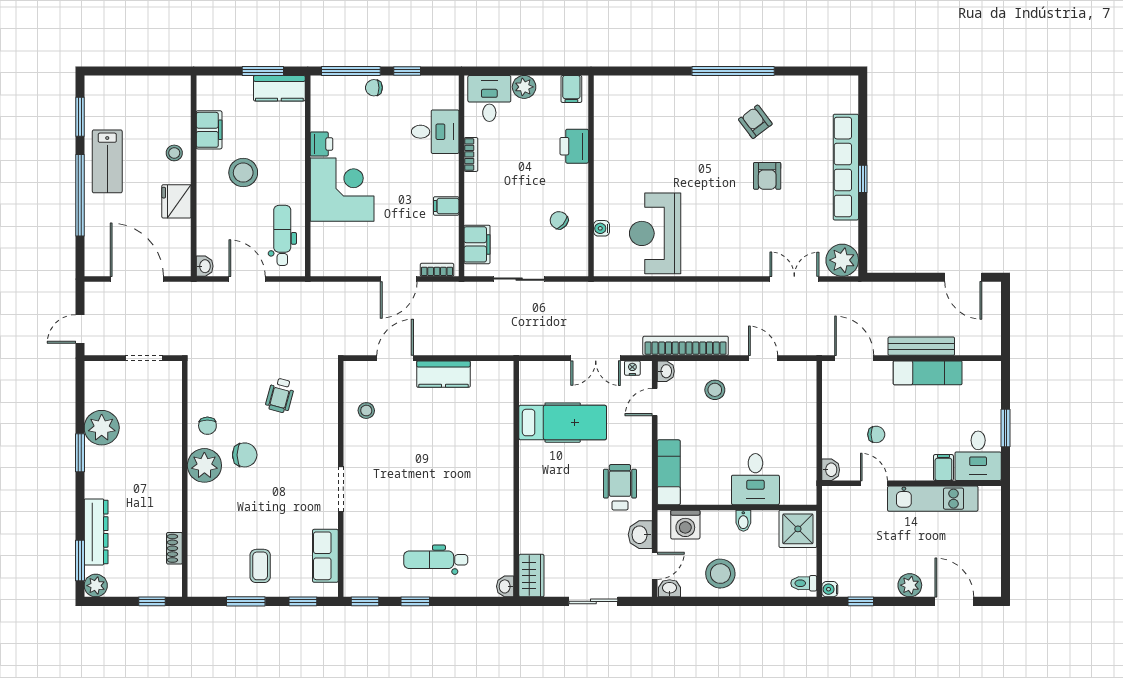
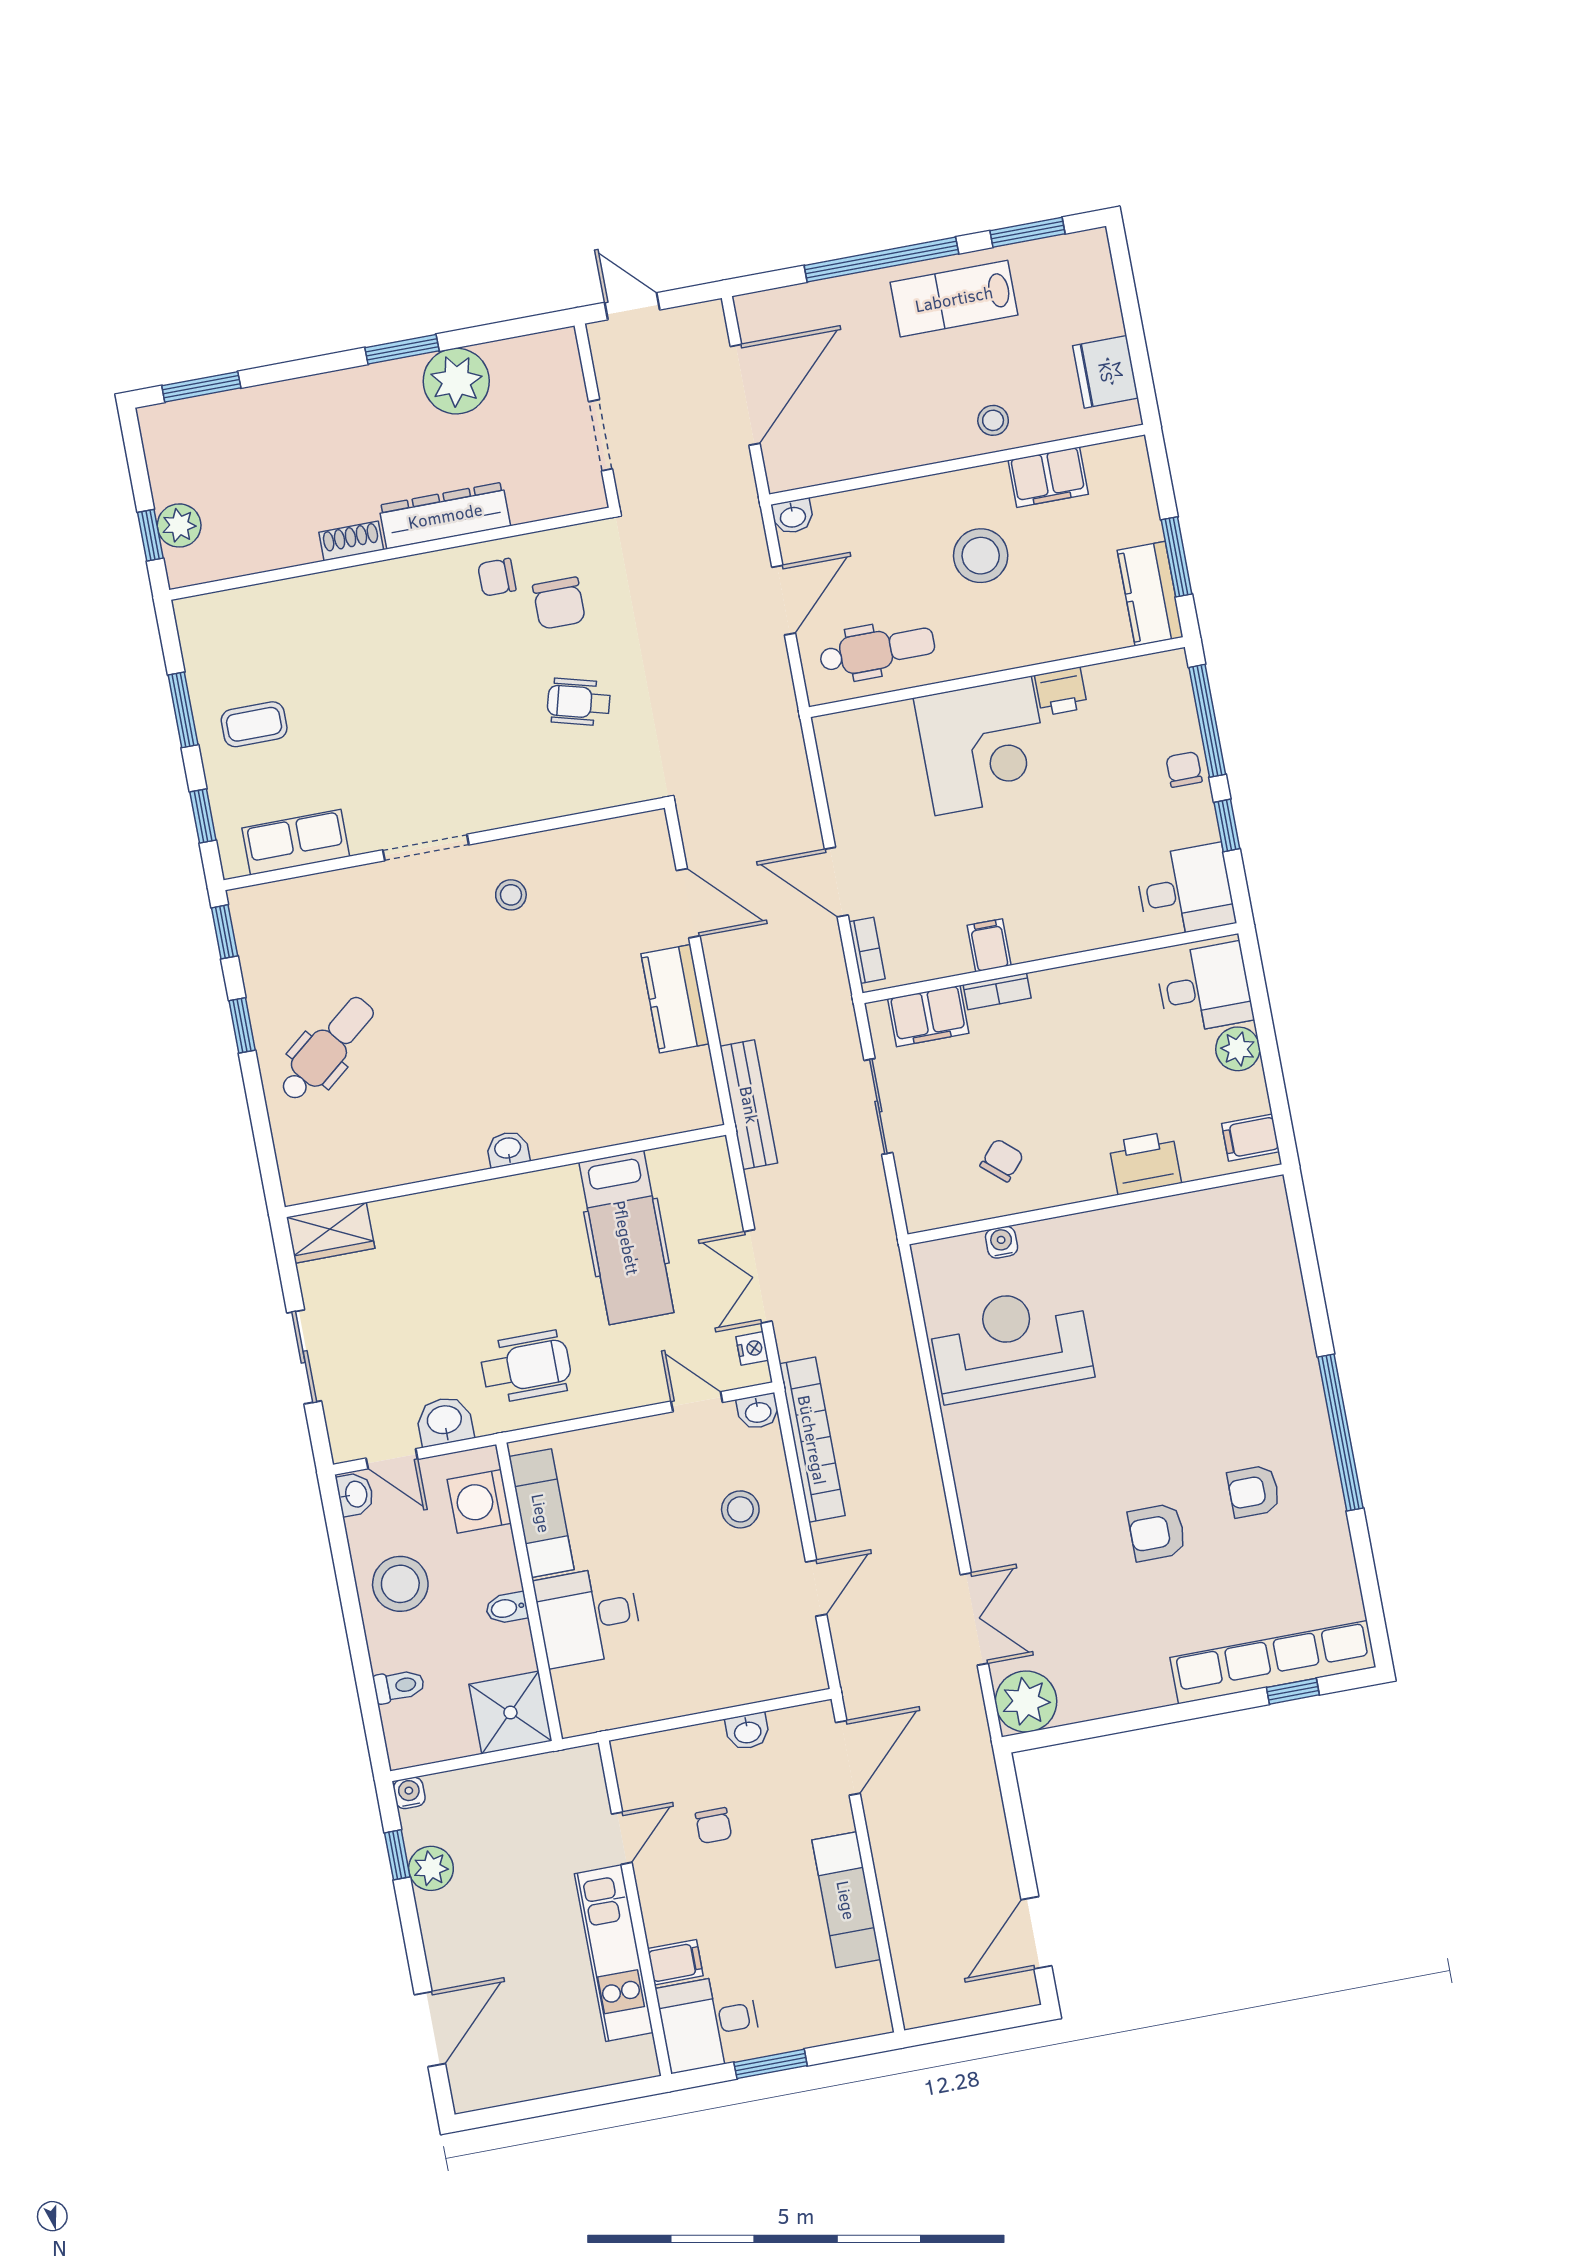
armchair: (755, 122) -> (1254, 1491), turned -143
desk: (435, 132) -> (1185, 891), moved, turned -90
bookcase: (471, 154) -> (997, 991), moved
row of seats: (846, 167) -> (1273, 1662), moved
window: (863, 179) -> (1293, 1691), moved
fridge: (176, 201) -> (1106, 372), moved, turned -90
bench: (921, 346) -> (749, 1105), moved
stool: (366, 411) -> (511, 895), moved
chair: (245, 455) -> (559, 603), moved
plant: (204, 465) -> (422, 586), removed
washbasin: (831, 470) -> (748, 1731), moved
exam couch: (669, 472) -> (541, 1513), moved, turned -90
dresser: (96, 532) -> (445, 516), moved, turned 180
shoe rack: (174, 548) -> (351, 541), moved
dental chair: (436, 560) -> (327, 1049), turned 51
toilet: (804, 583) -> (399, 1686), moved, turned 90
plant: (910, 585) -> (431, 1868), moved
plant: (96, 586) -> (179, 525), moved
washbasin: (505, 586) -> (508, 1149), moved

